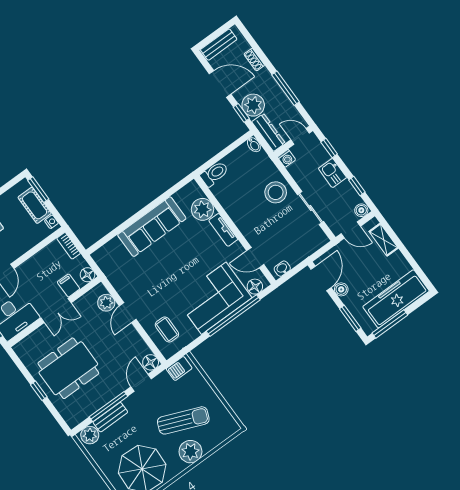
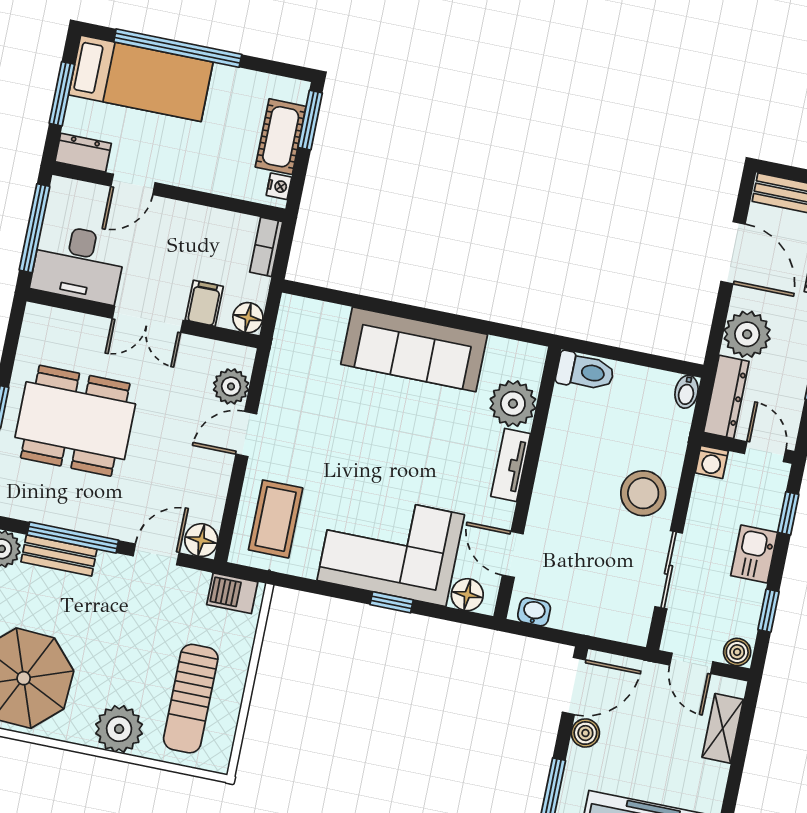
window: (241, 113) -> (718, 327), removed
window: (233, 316) -> (392, 602), width x0.32
coffee table: (167, 329) -> (276, 519), width x1.36, depth x1.30
sun lounger: (183, 420) -> (191, 699), moved, turned 68

